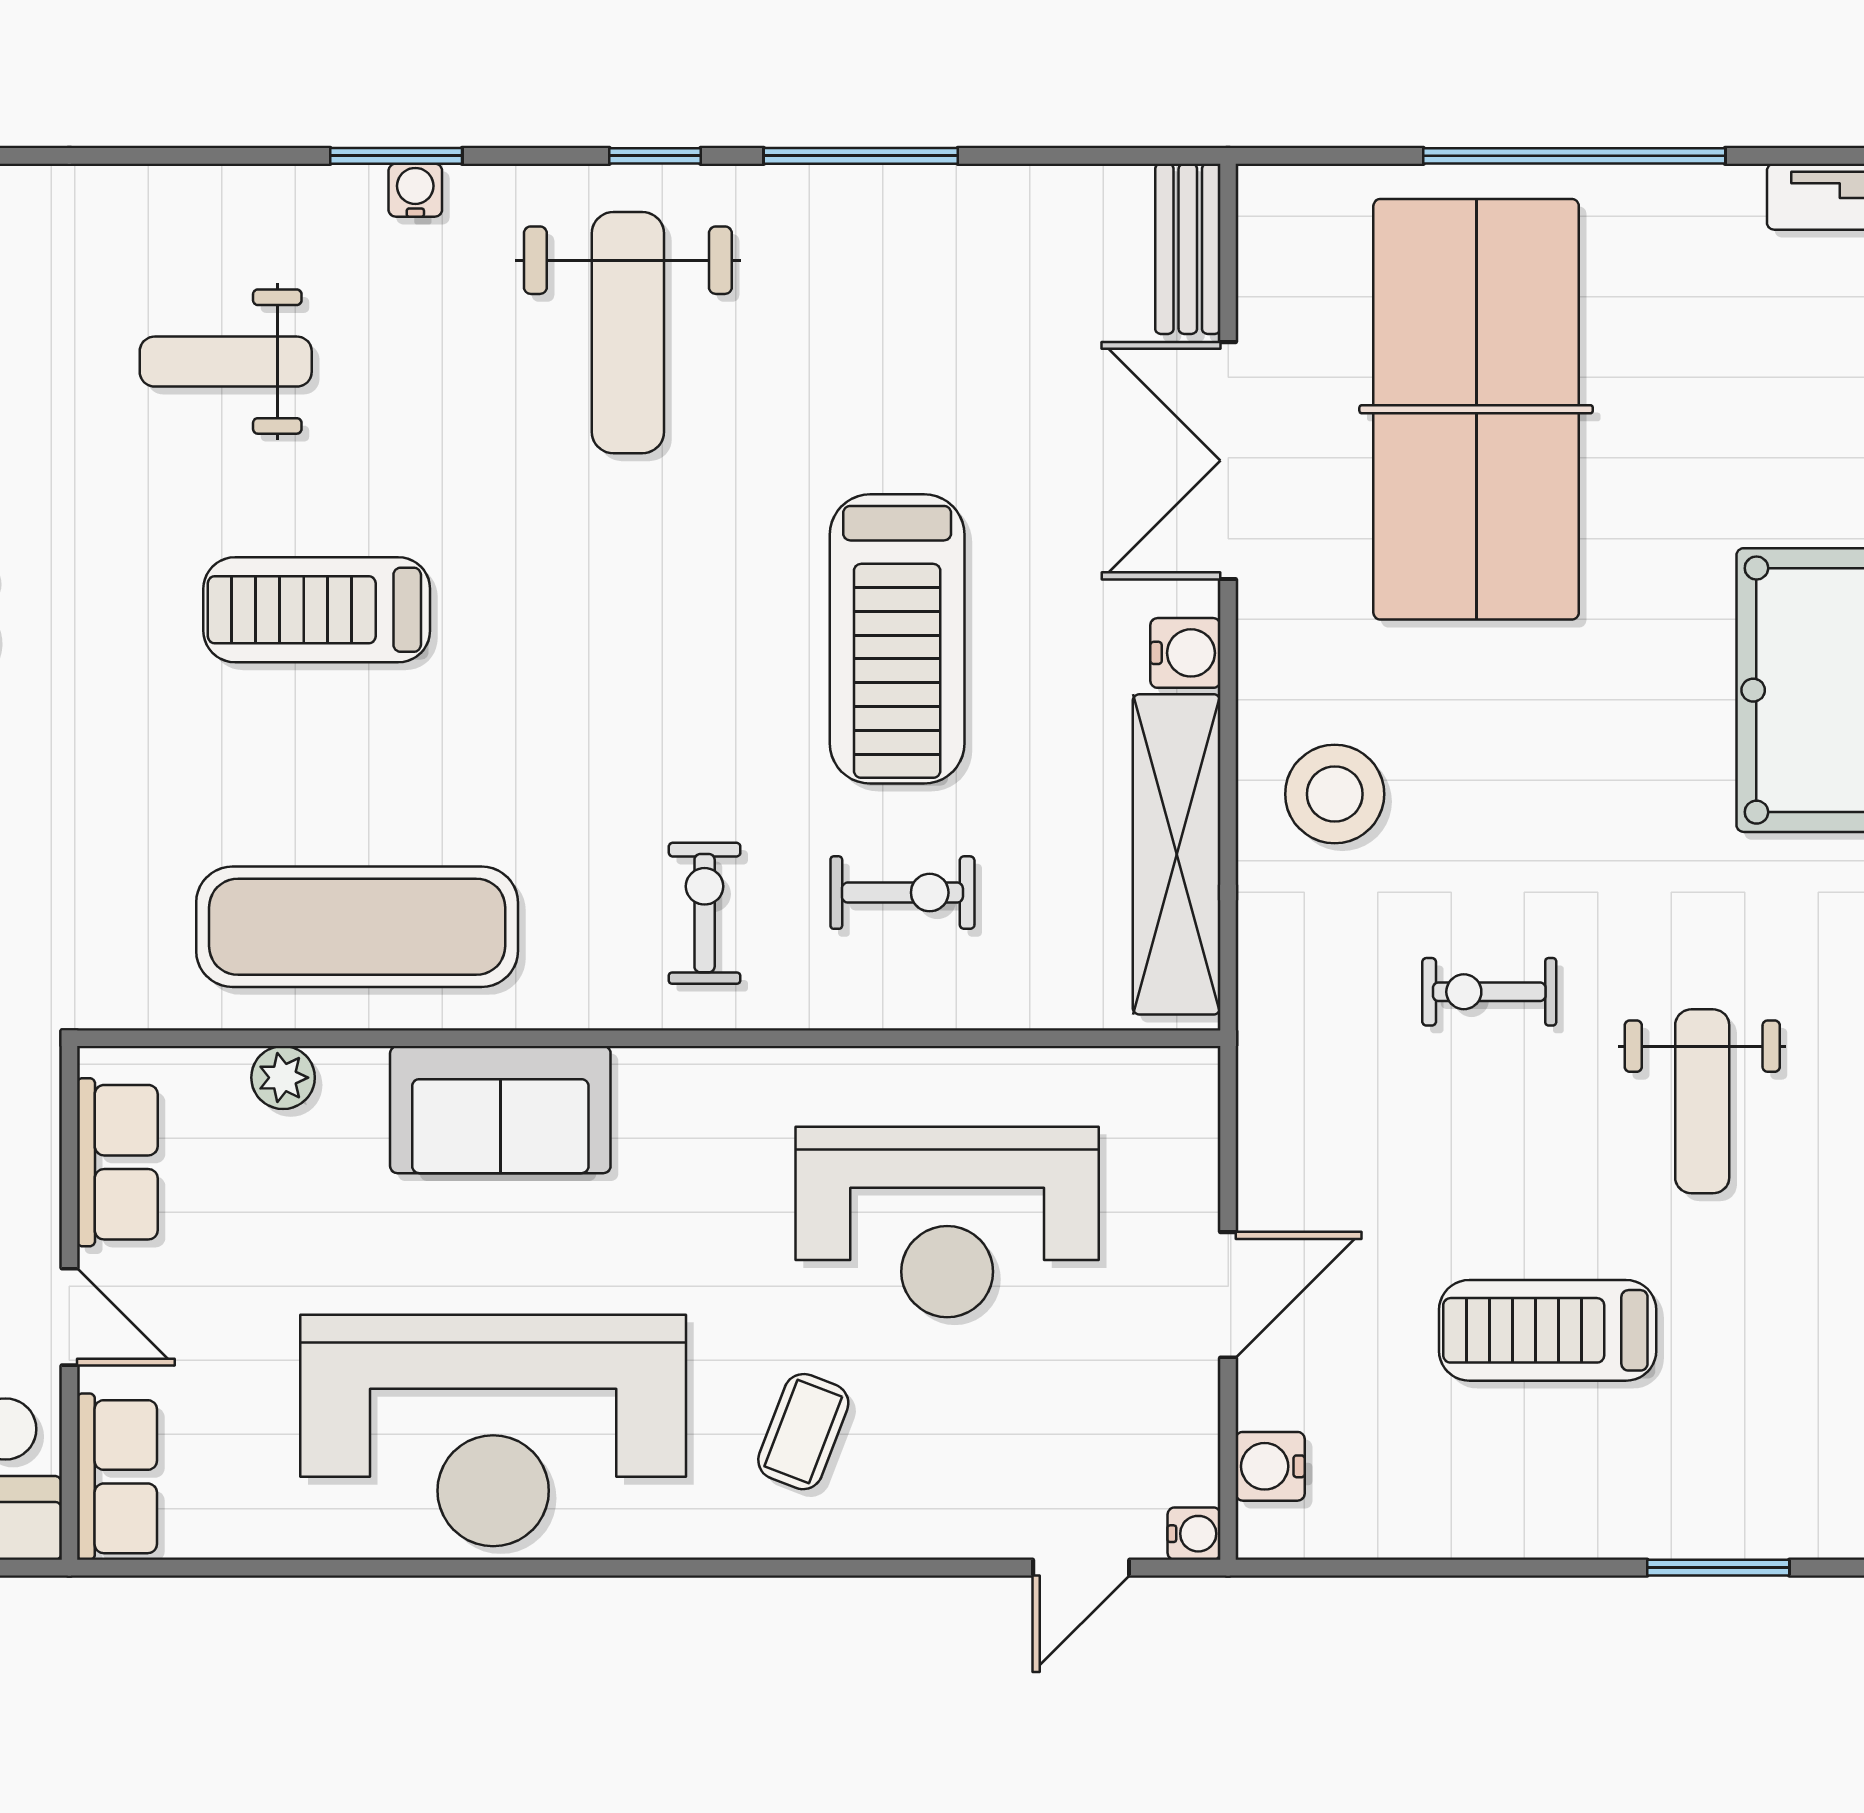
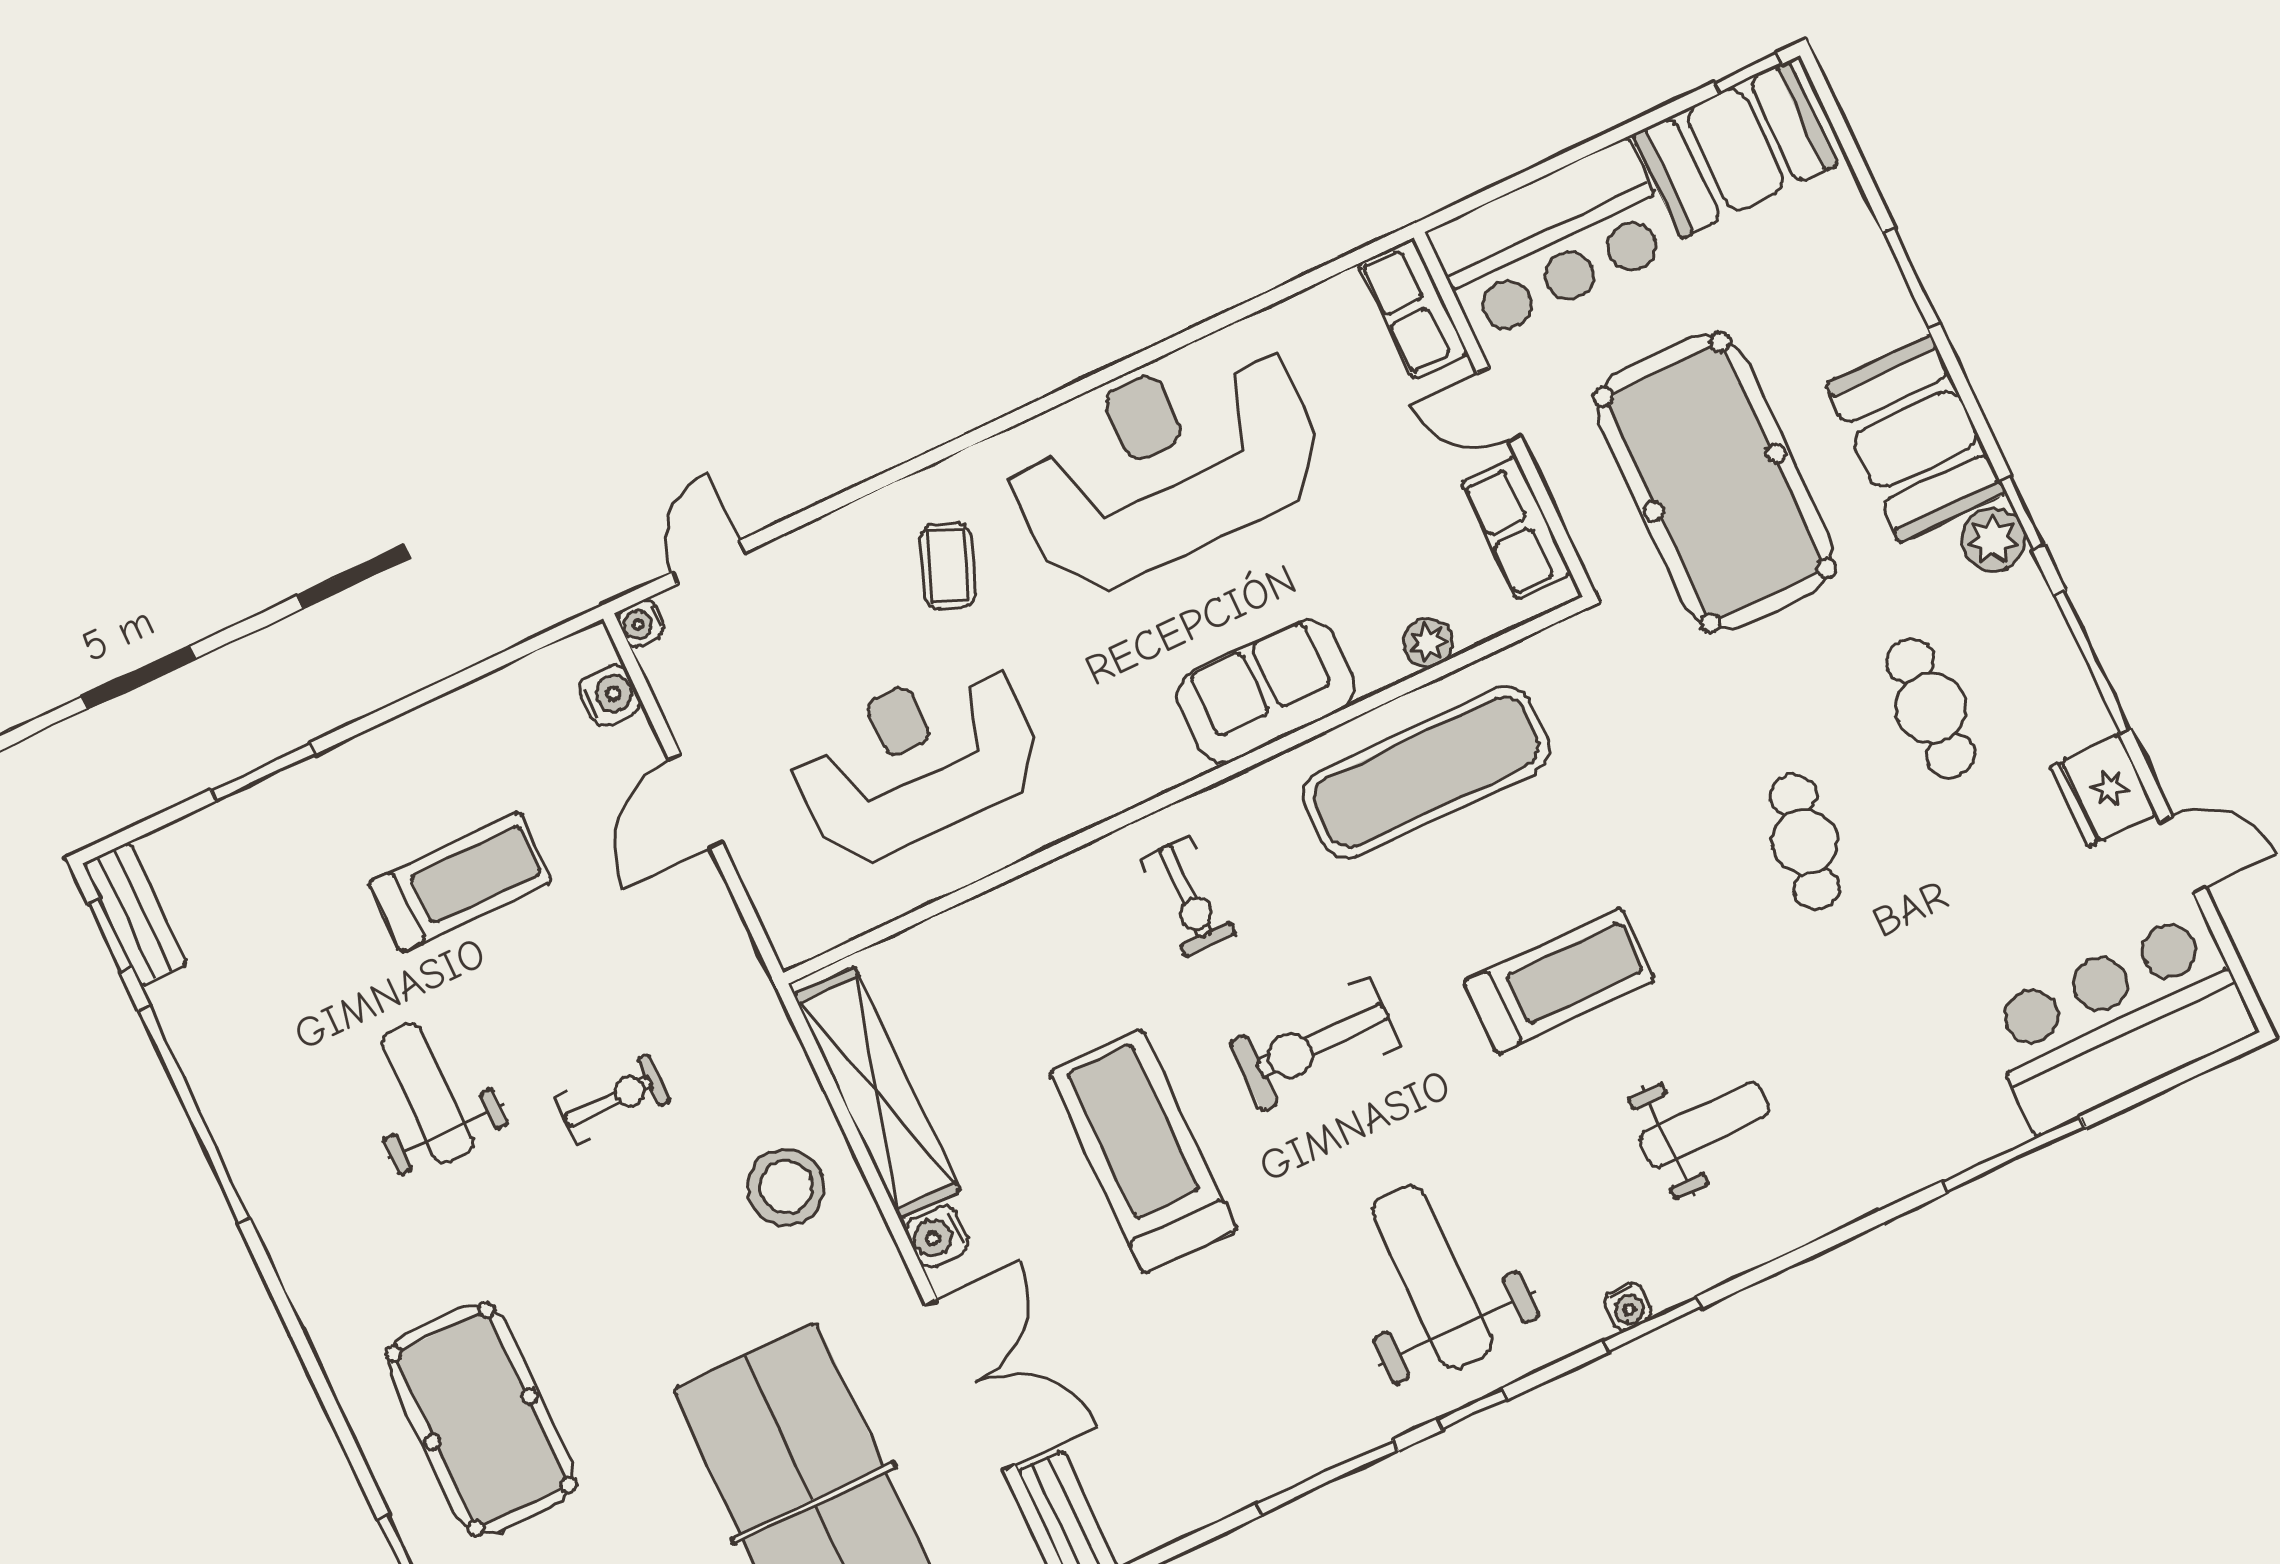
exercise bike: (902, 893) -> (1315, 1044), moved, width x1.38, depth x1.39

